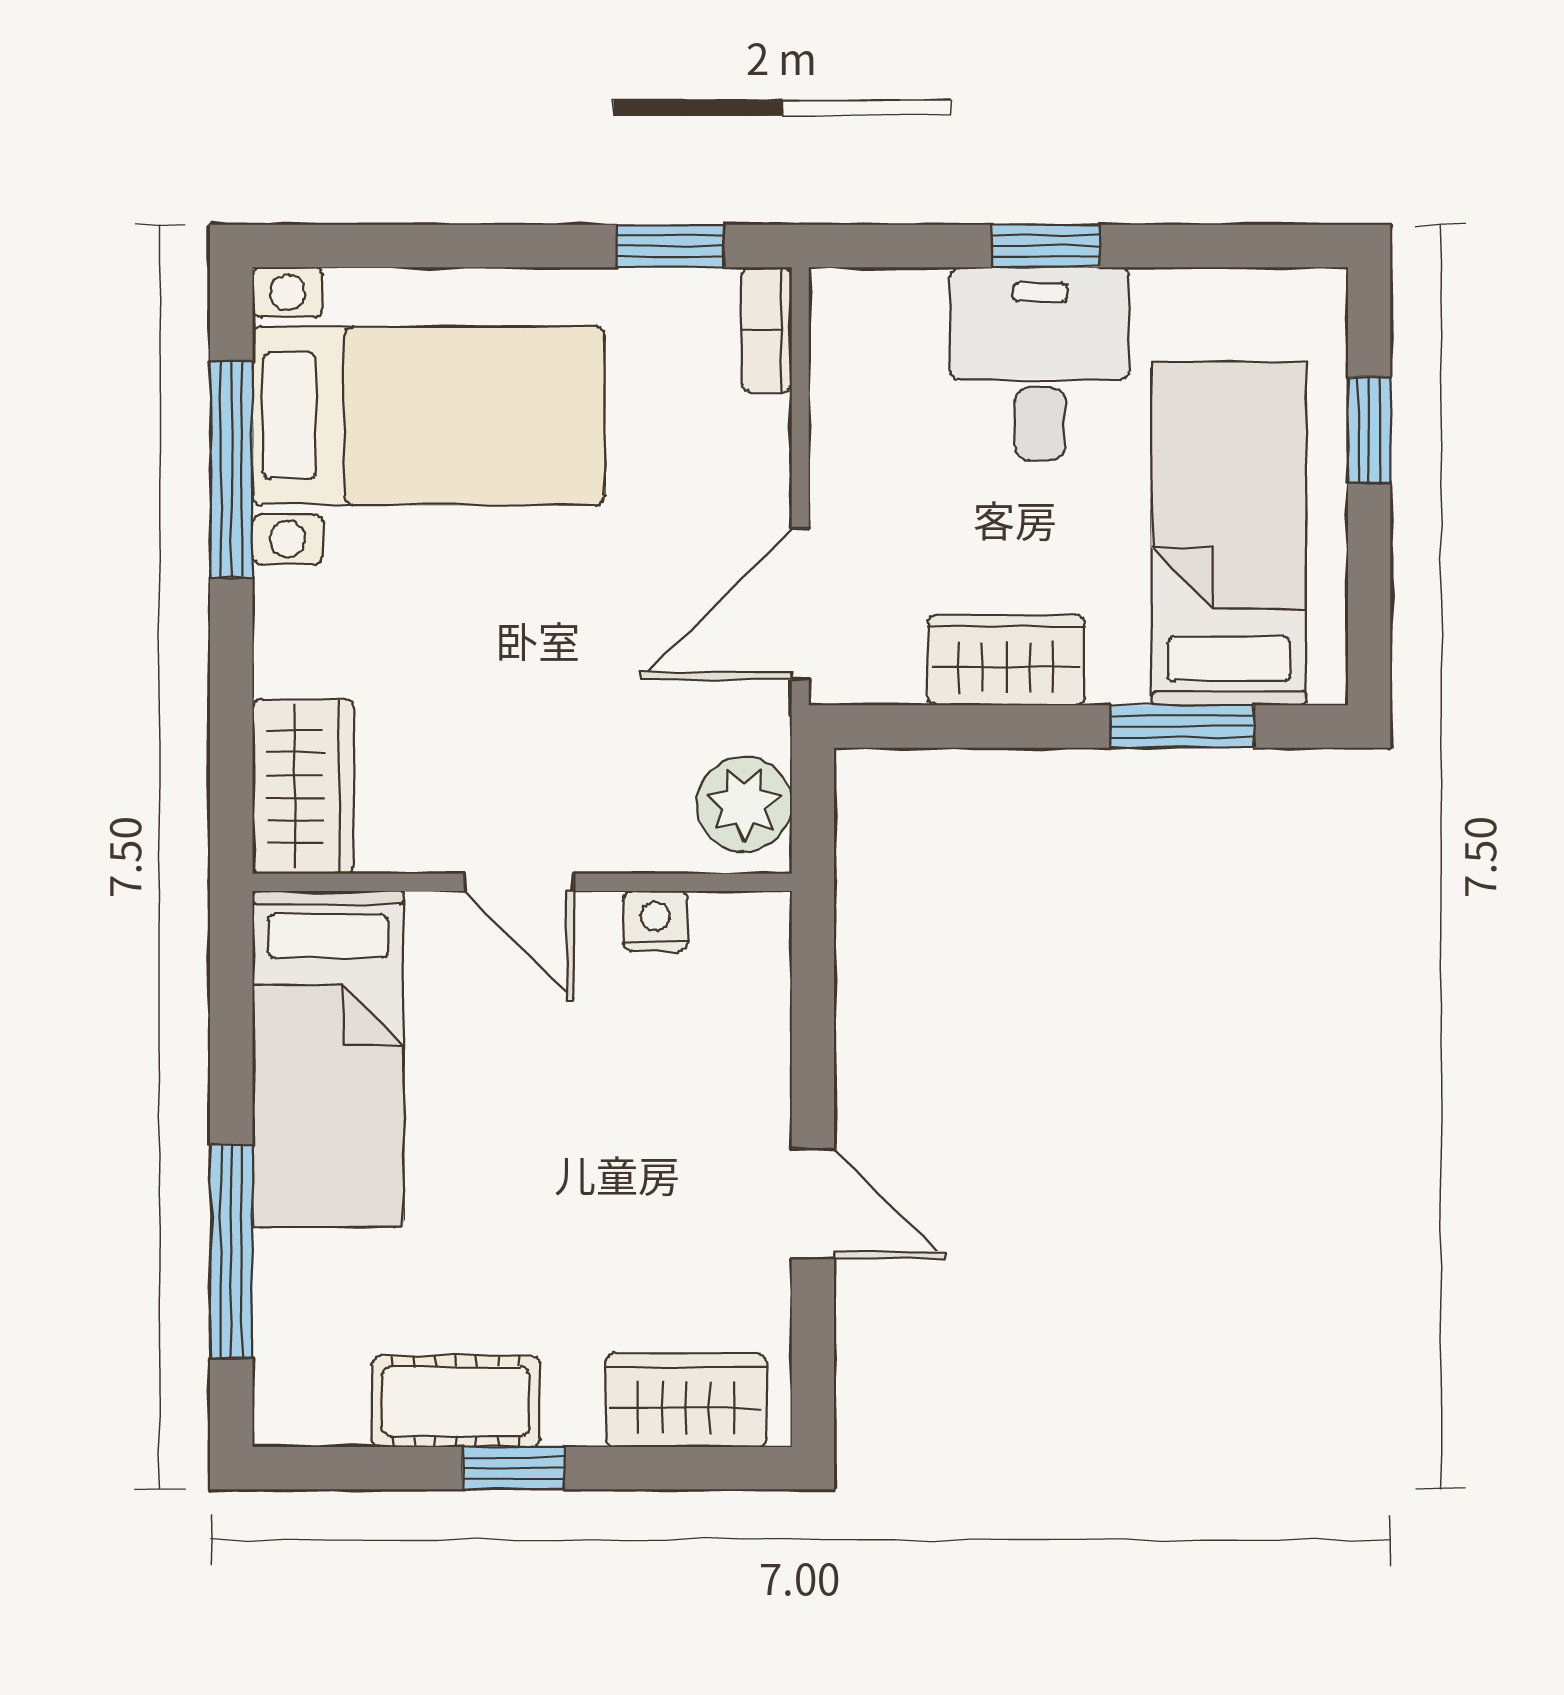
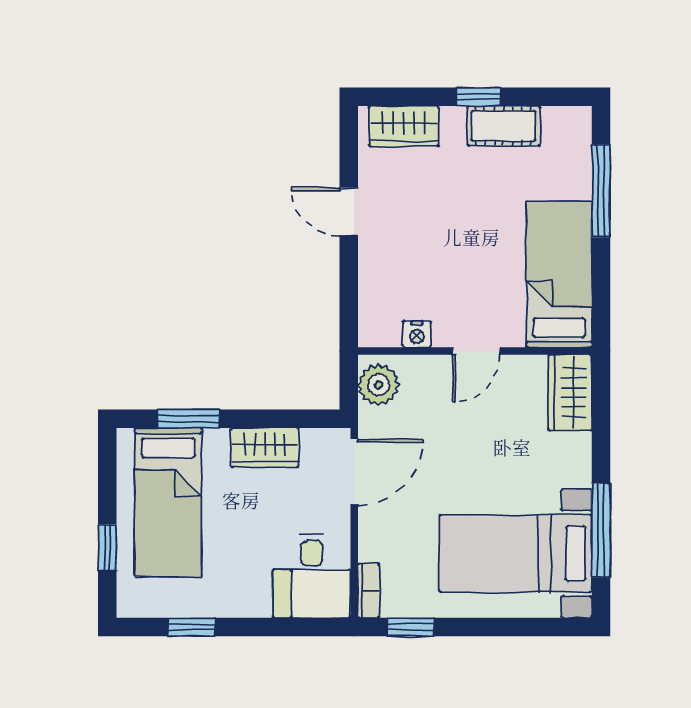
window: (1045, 246) -> (192, 627), moved
desk: (1040, 364) -> (312, 576), moved
door: (519, 882) -> (476, 351), swing flipped

